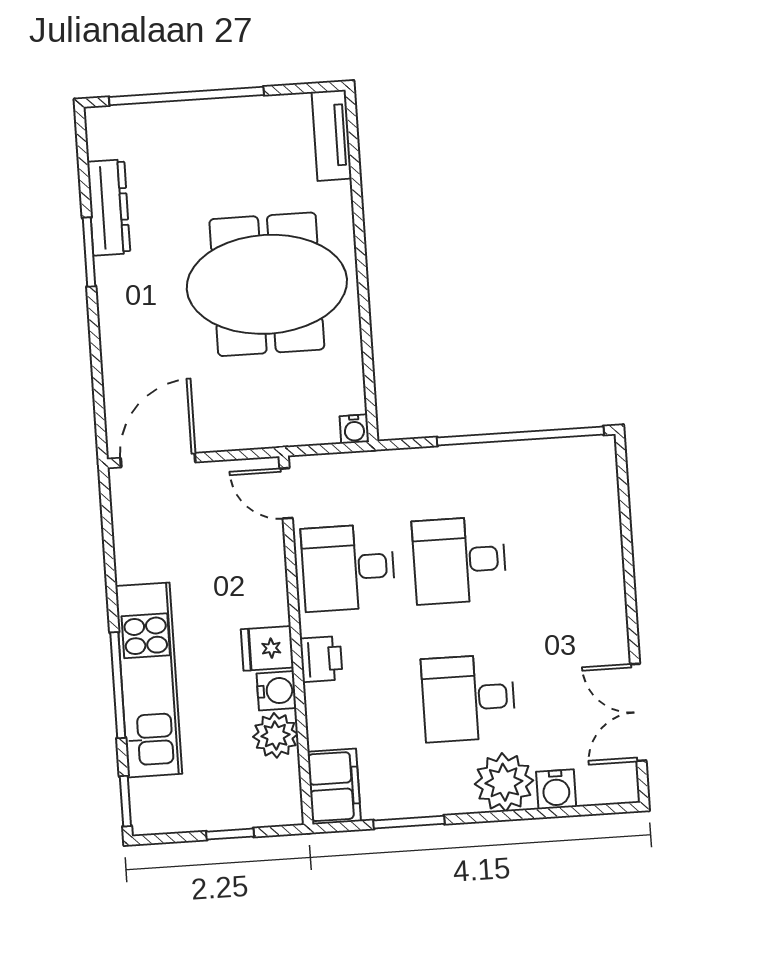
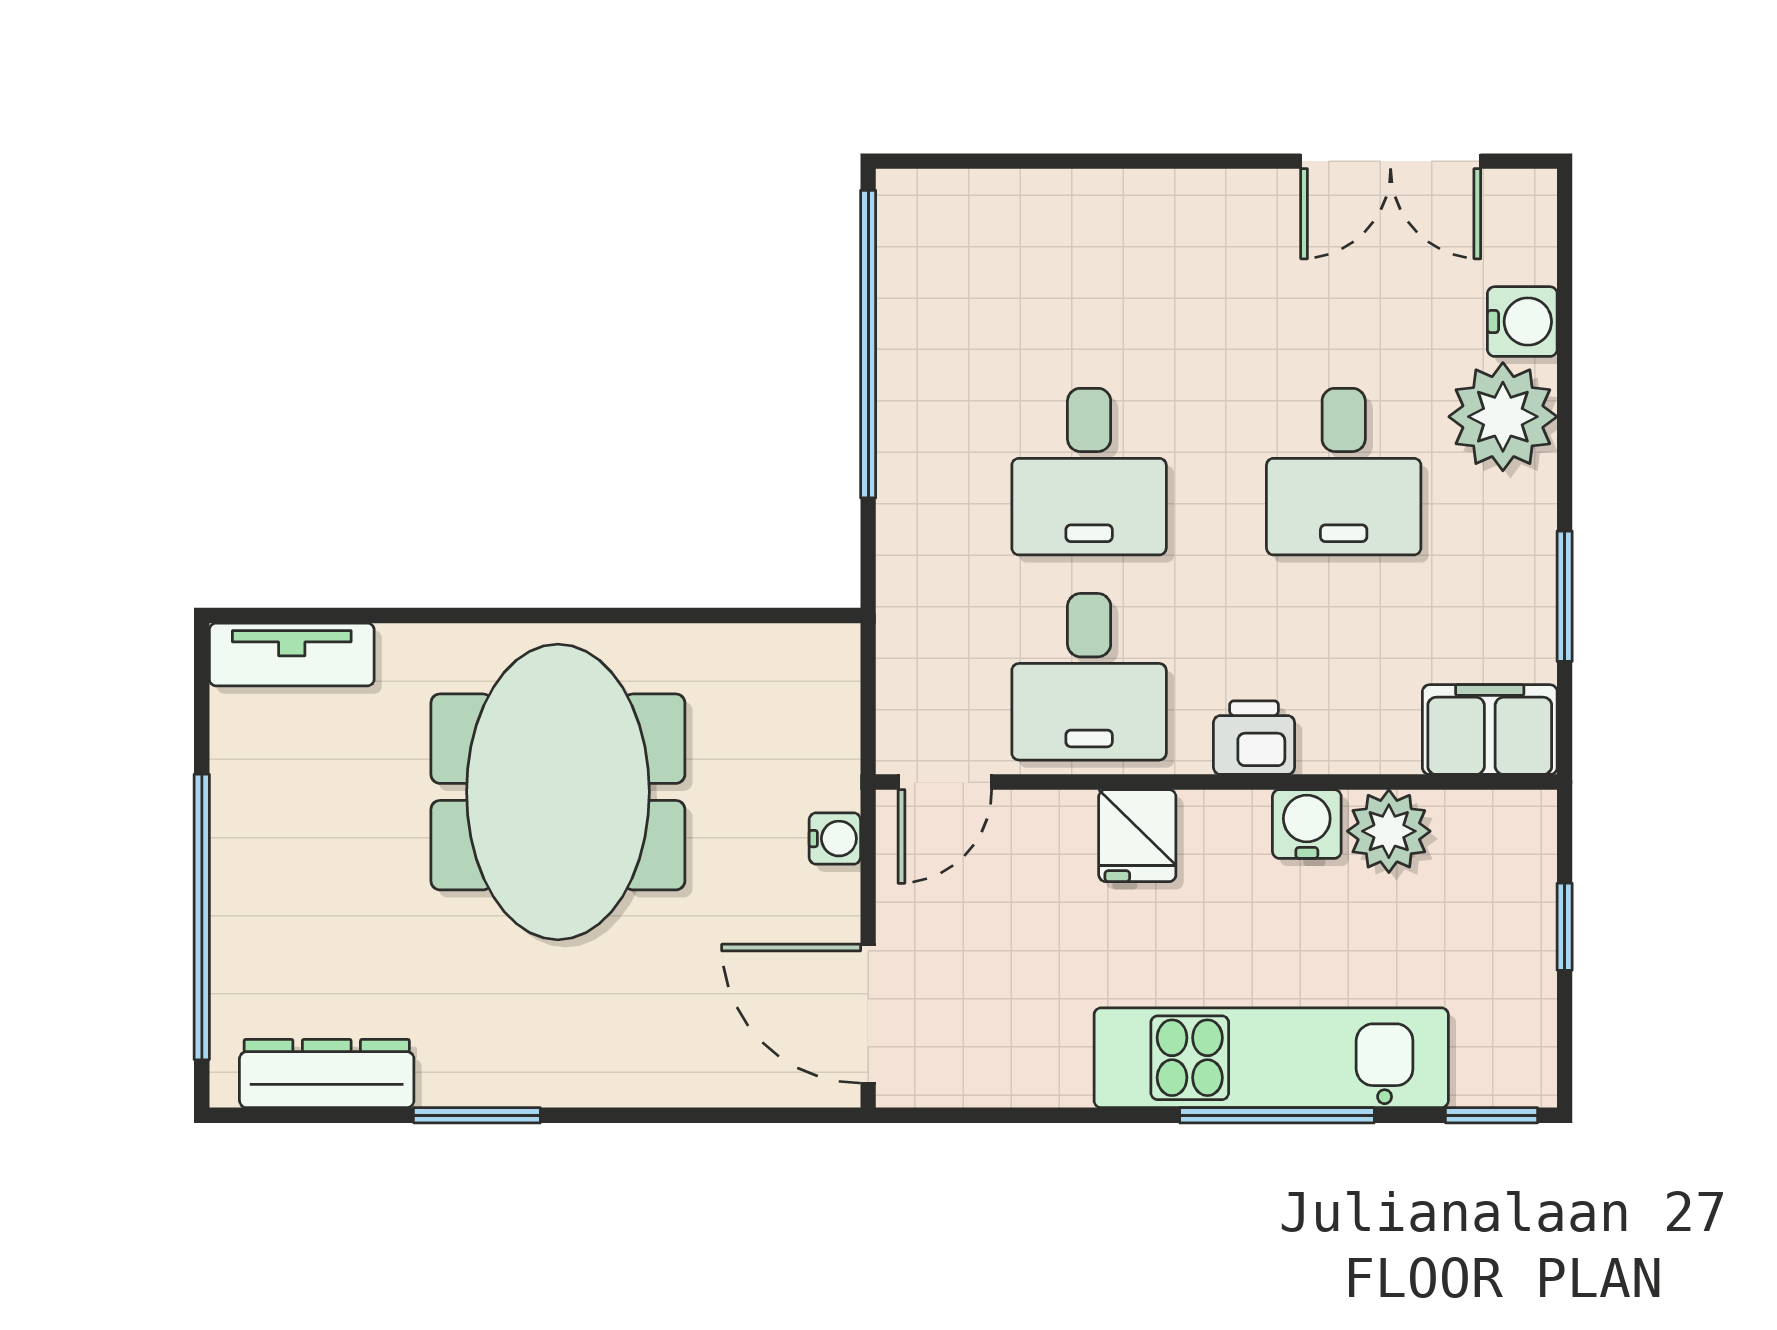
dresser: (109, 208) -> (327, 1074), moved
water cooler: (354, 429) -> (835, 839), moved
fridge: (267, 648) -> (1137, 836), moved

